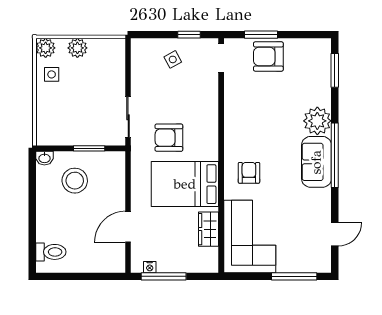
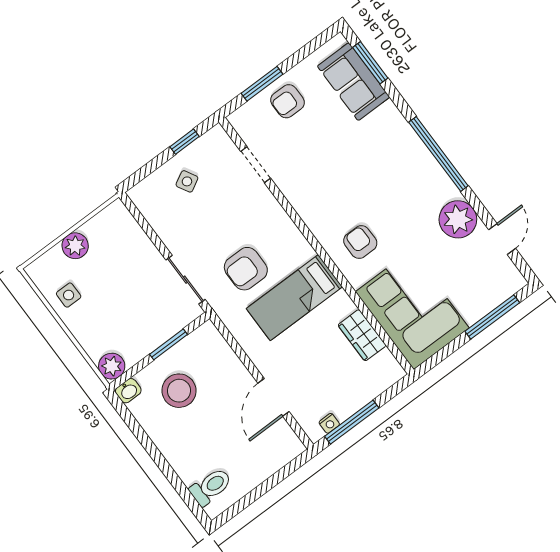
plant: (46, 48) -> (112, 366), moved
armchair: (268, 57) -> (288, 101), width x0.72, depth x0.72
doorway: (221, 58) -> (256, 165), moved
plant: (317, 121) -> (458, 219), moved
sofa: (316, 162) -> (354, 82), moved
bed: (185, 184) -> (294, 298), width x0.67

